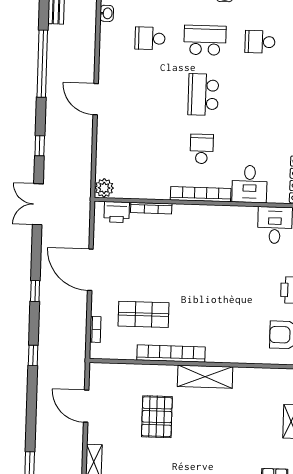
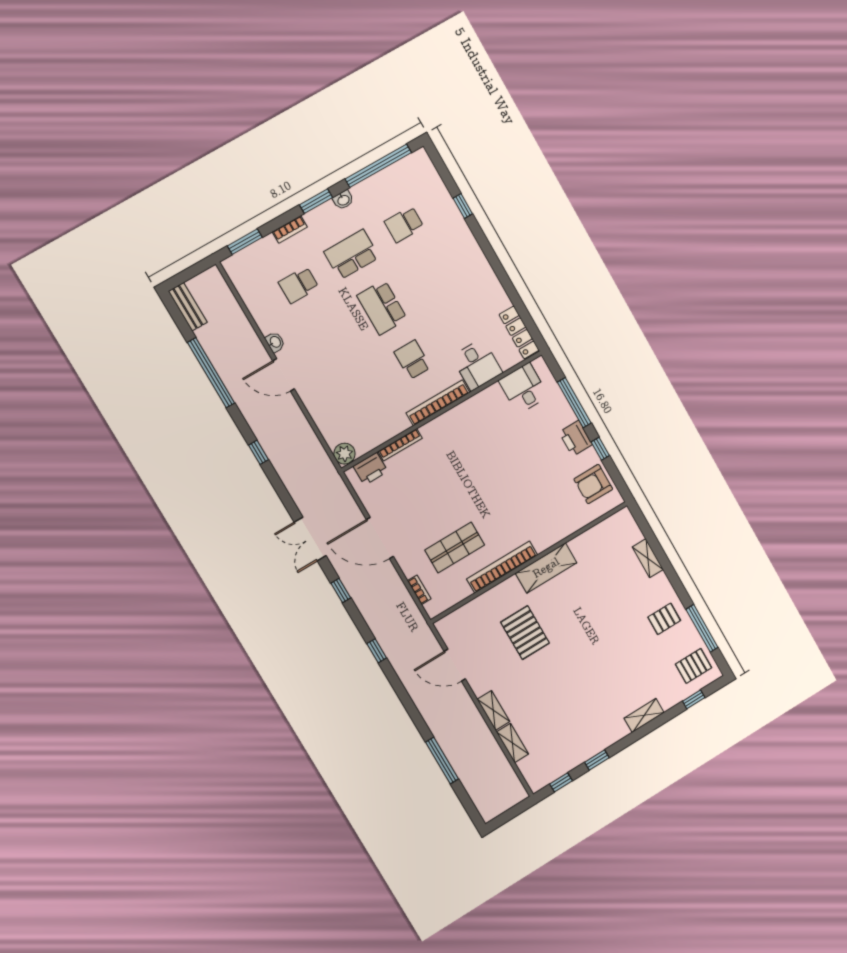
washbasin: (107, 13) -> (275, 342), moved
double door: (38, 204) -> (310, 539), moved

